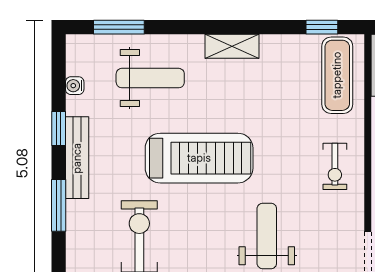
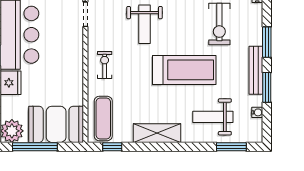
shelving: (232, 46) -> (157, 133), width x1.50, depth x1.33
window: (59, 128) -> (267, 87), width x1.50
treadmill: (199, 158) -> (184, 70), turned 180

